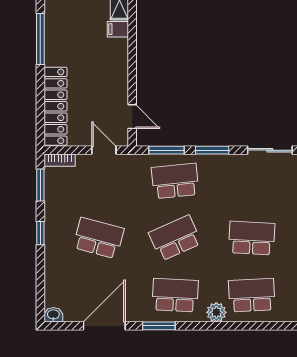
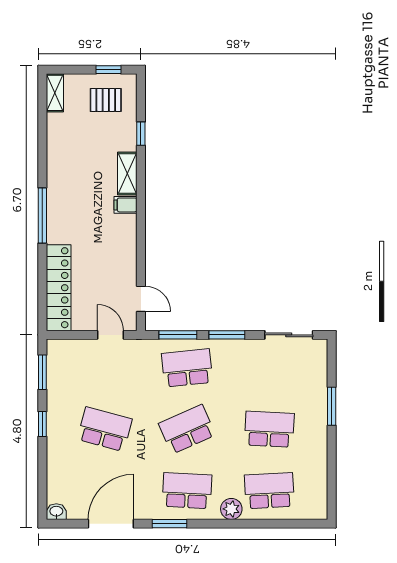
bookcase: (60, 160) -> (63, 345), removed

